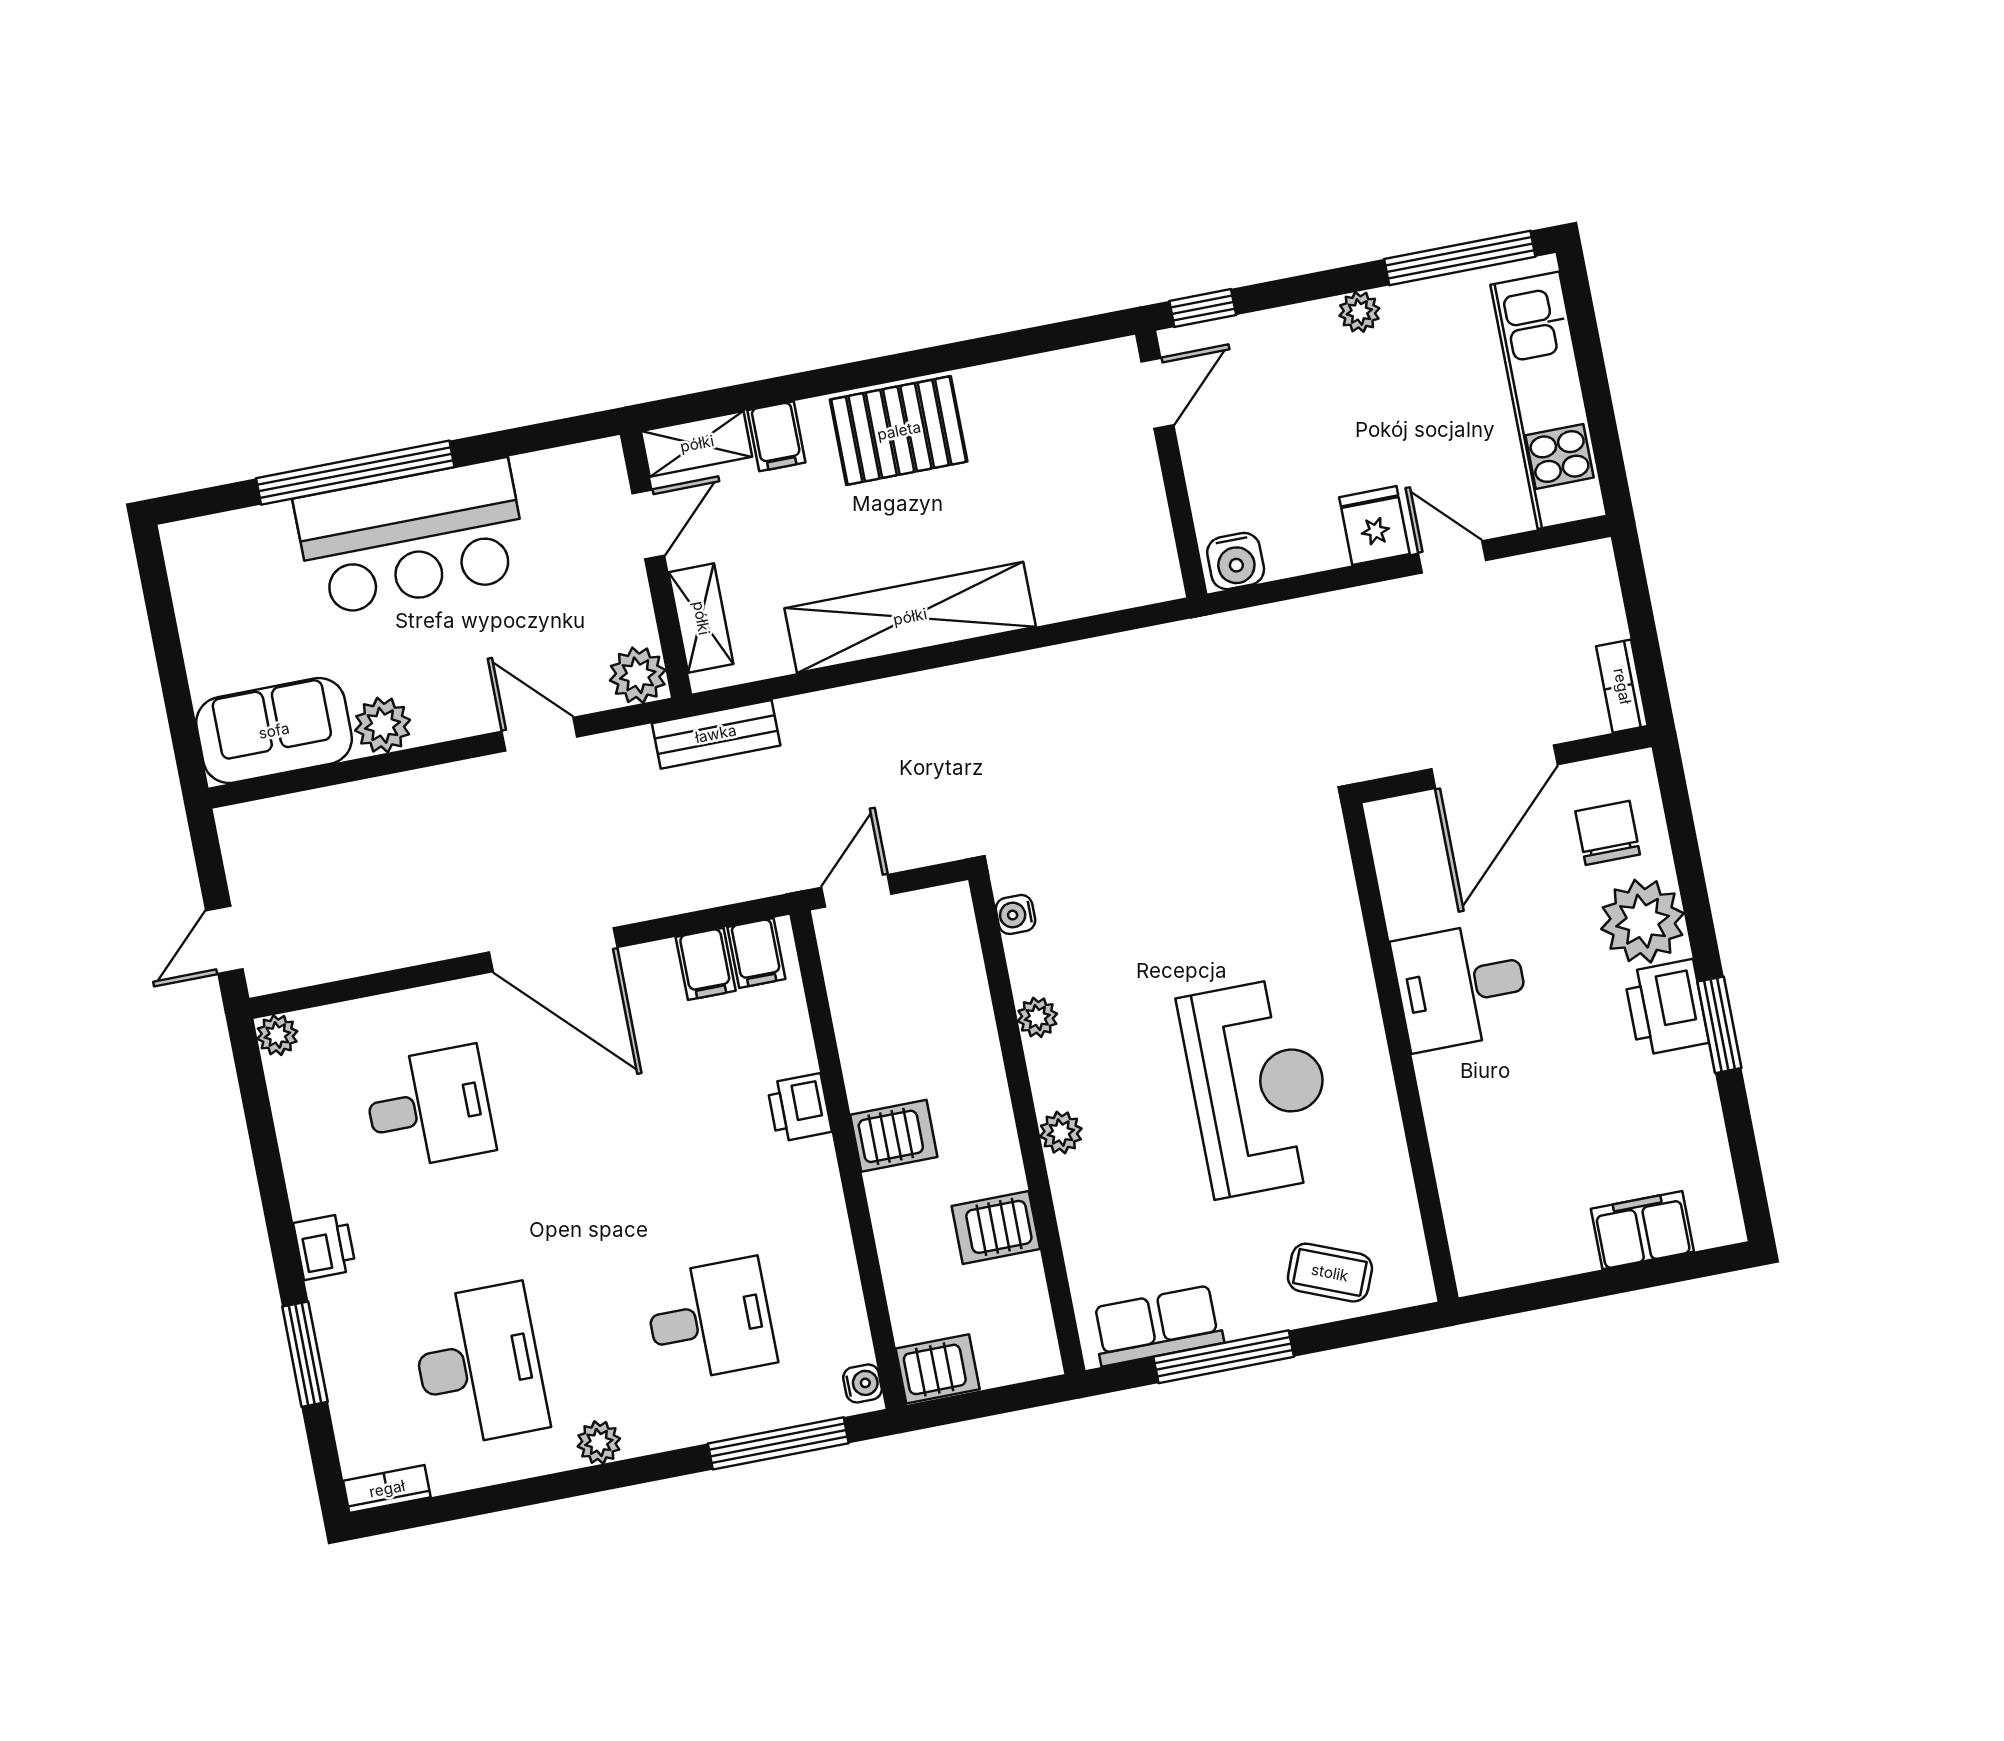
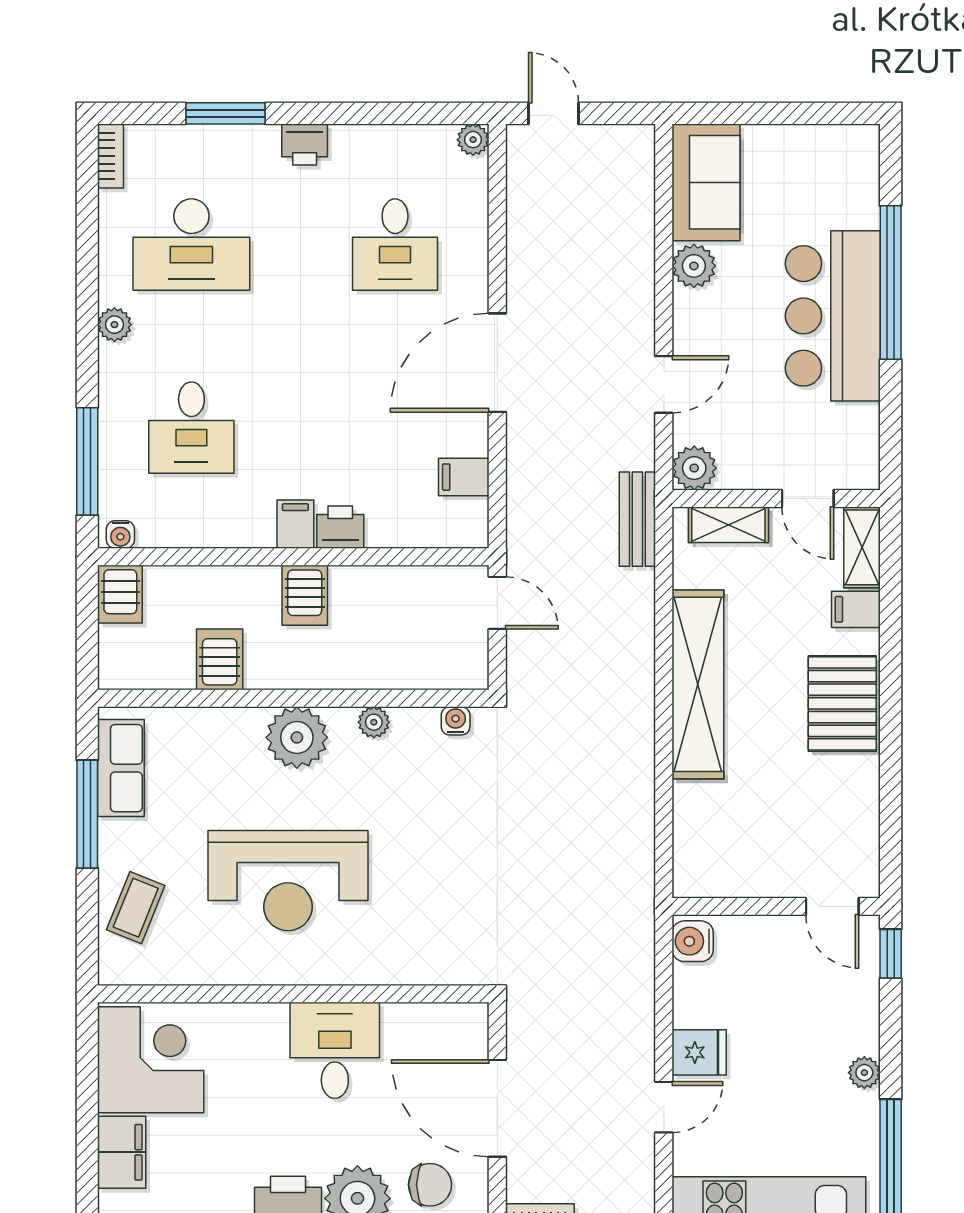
filing cabinet: (756, 953) -> (295, 524), moved, turned 90
plant: (1061, 1133) -> (297, 737), width x1.88, depth x1.88
corner desk: (1518, 1216) -> (151, 1060), added

